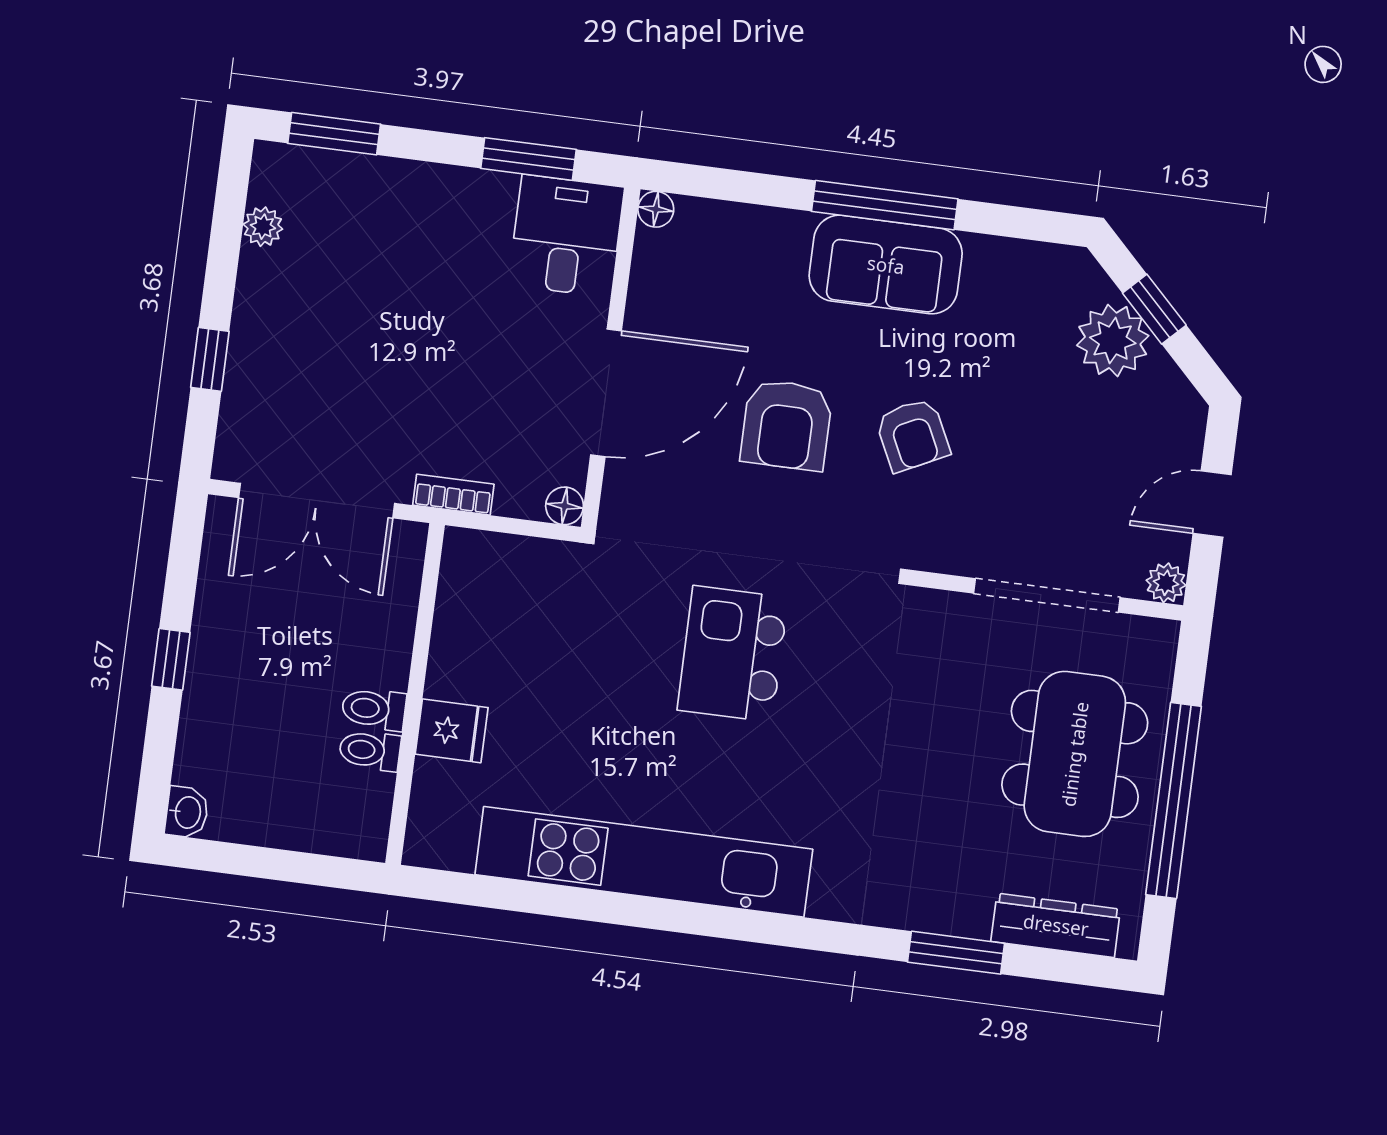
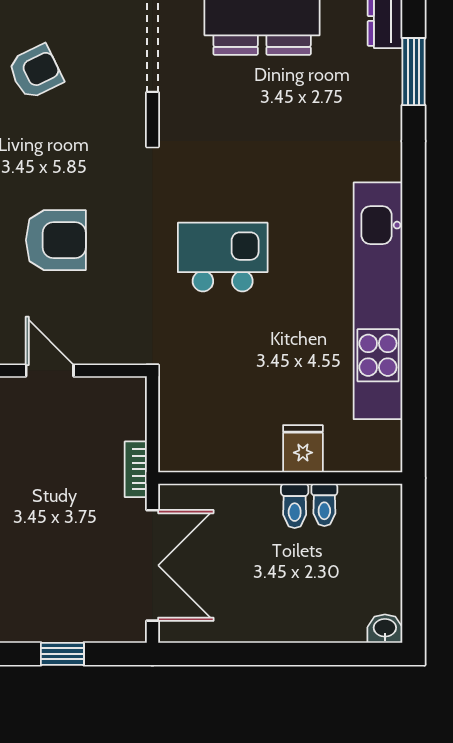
door: (606, 393) -> (50, 371), width x0.53
armchair: (913, 435) -> (35, 72), moved
floor lamp: (565, 506) -> (133, 390), removed
kitchen island: (733, 654) -> (223, 257), turned 180
window: (171, 659) -> (278, 654), removed

